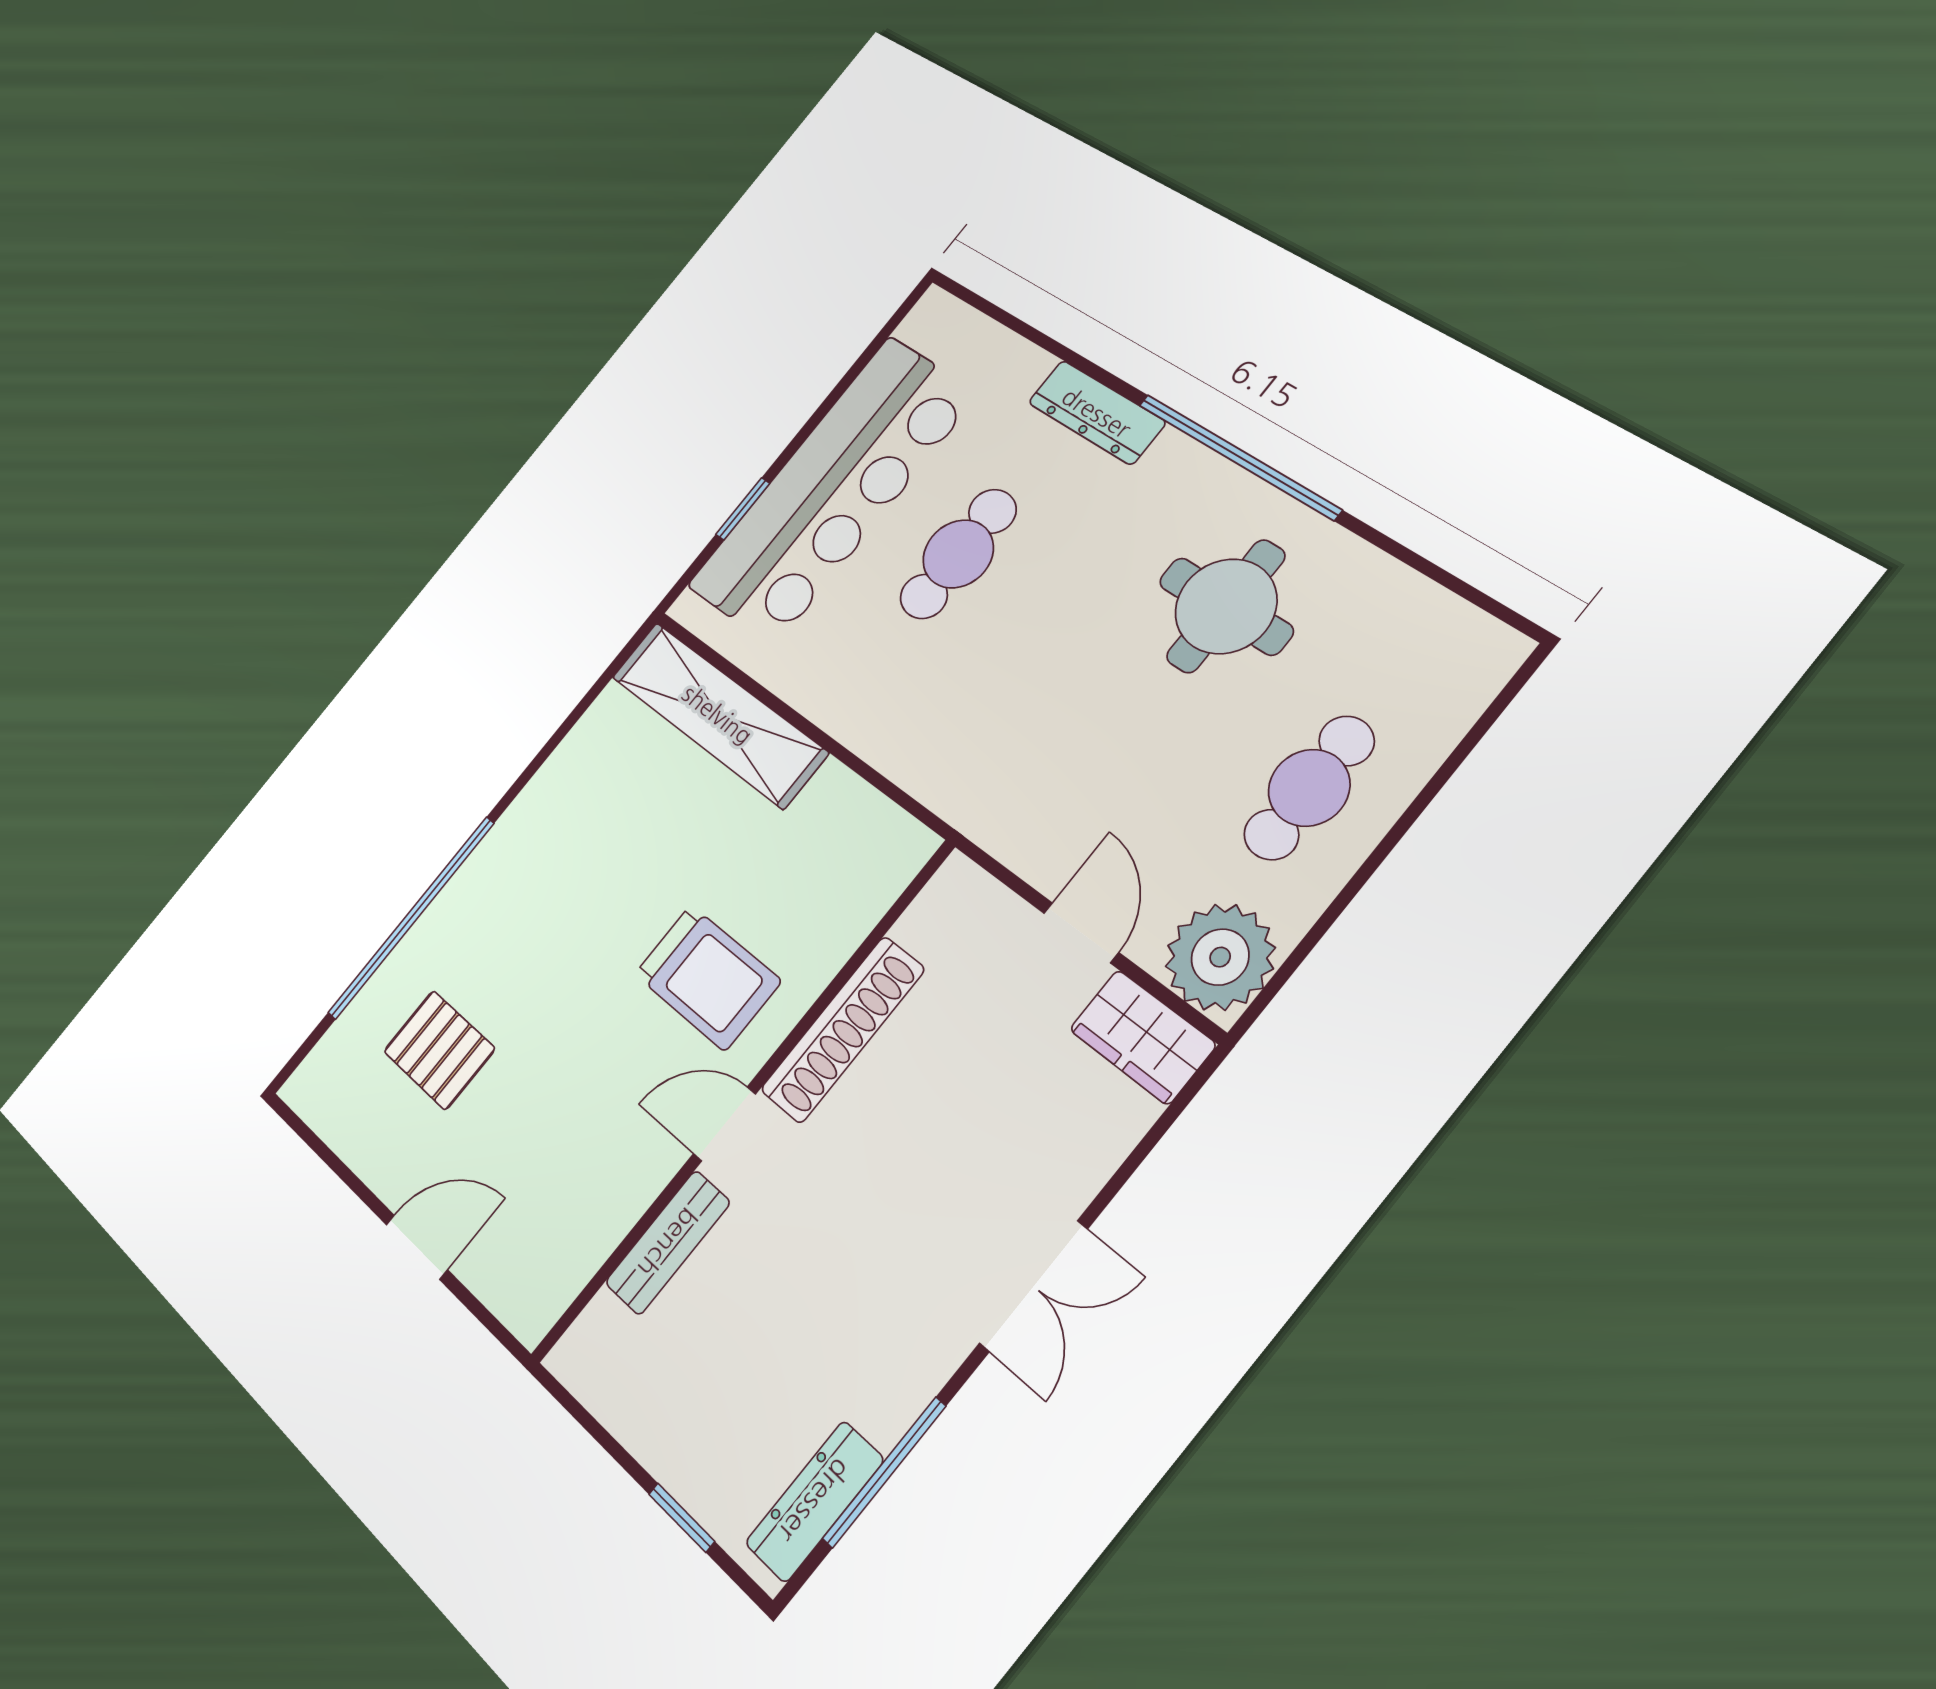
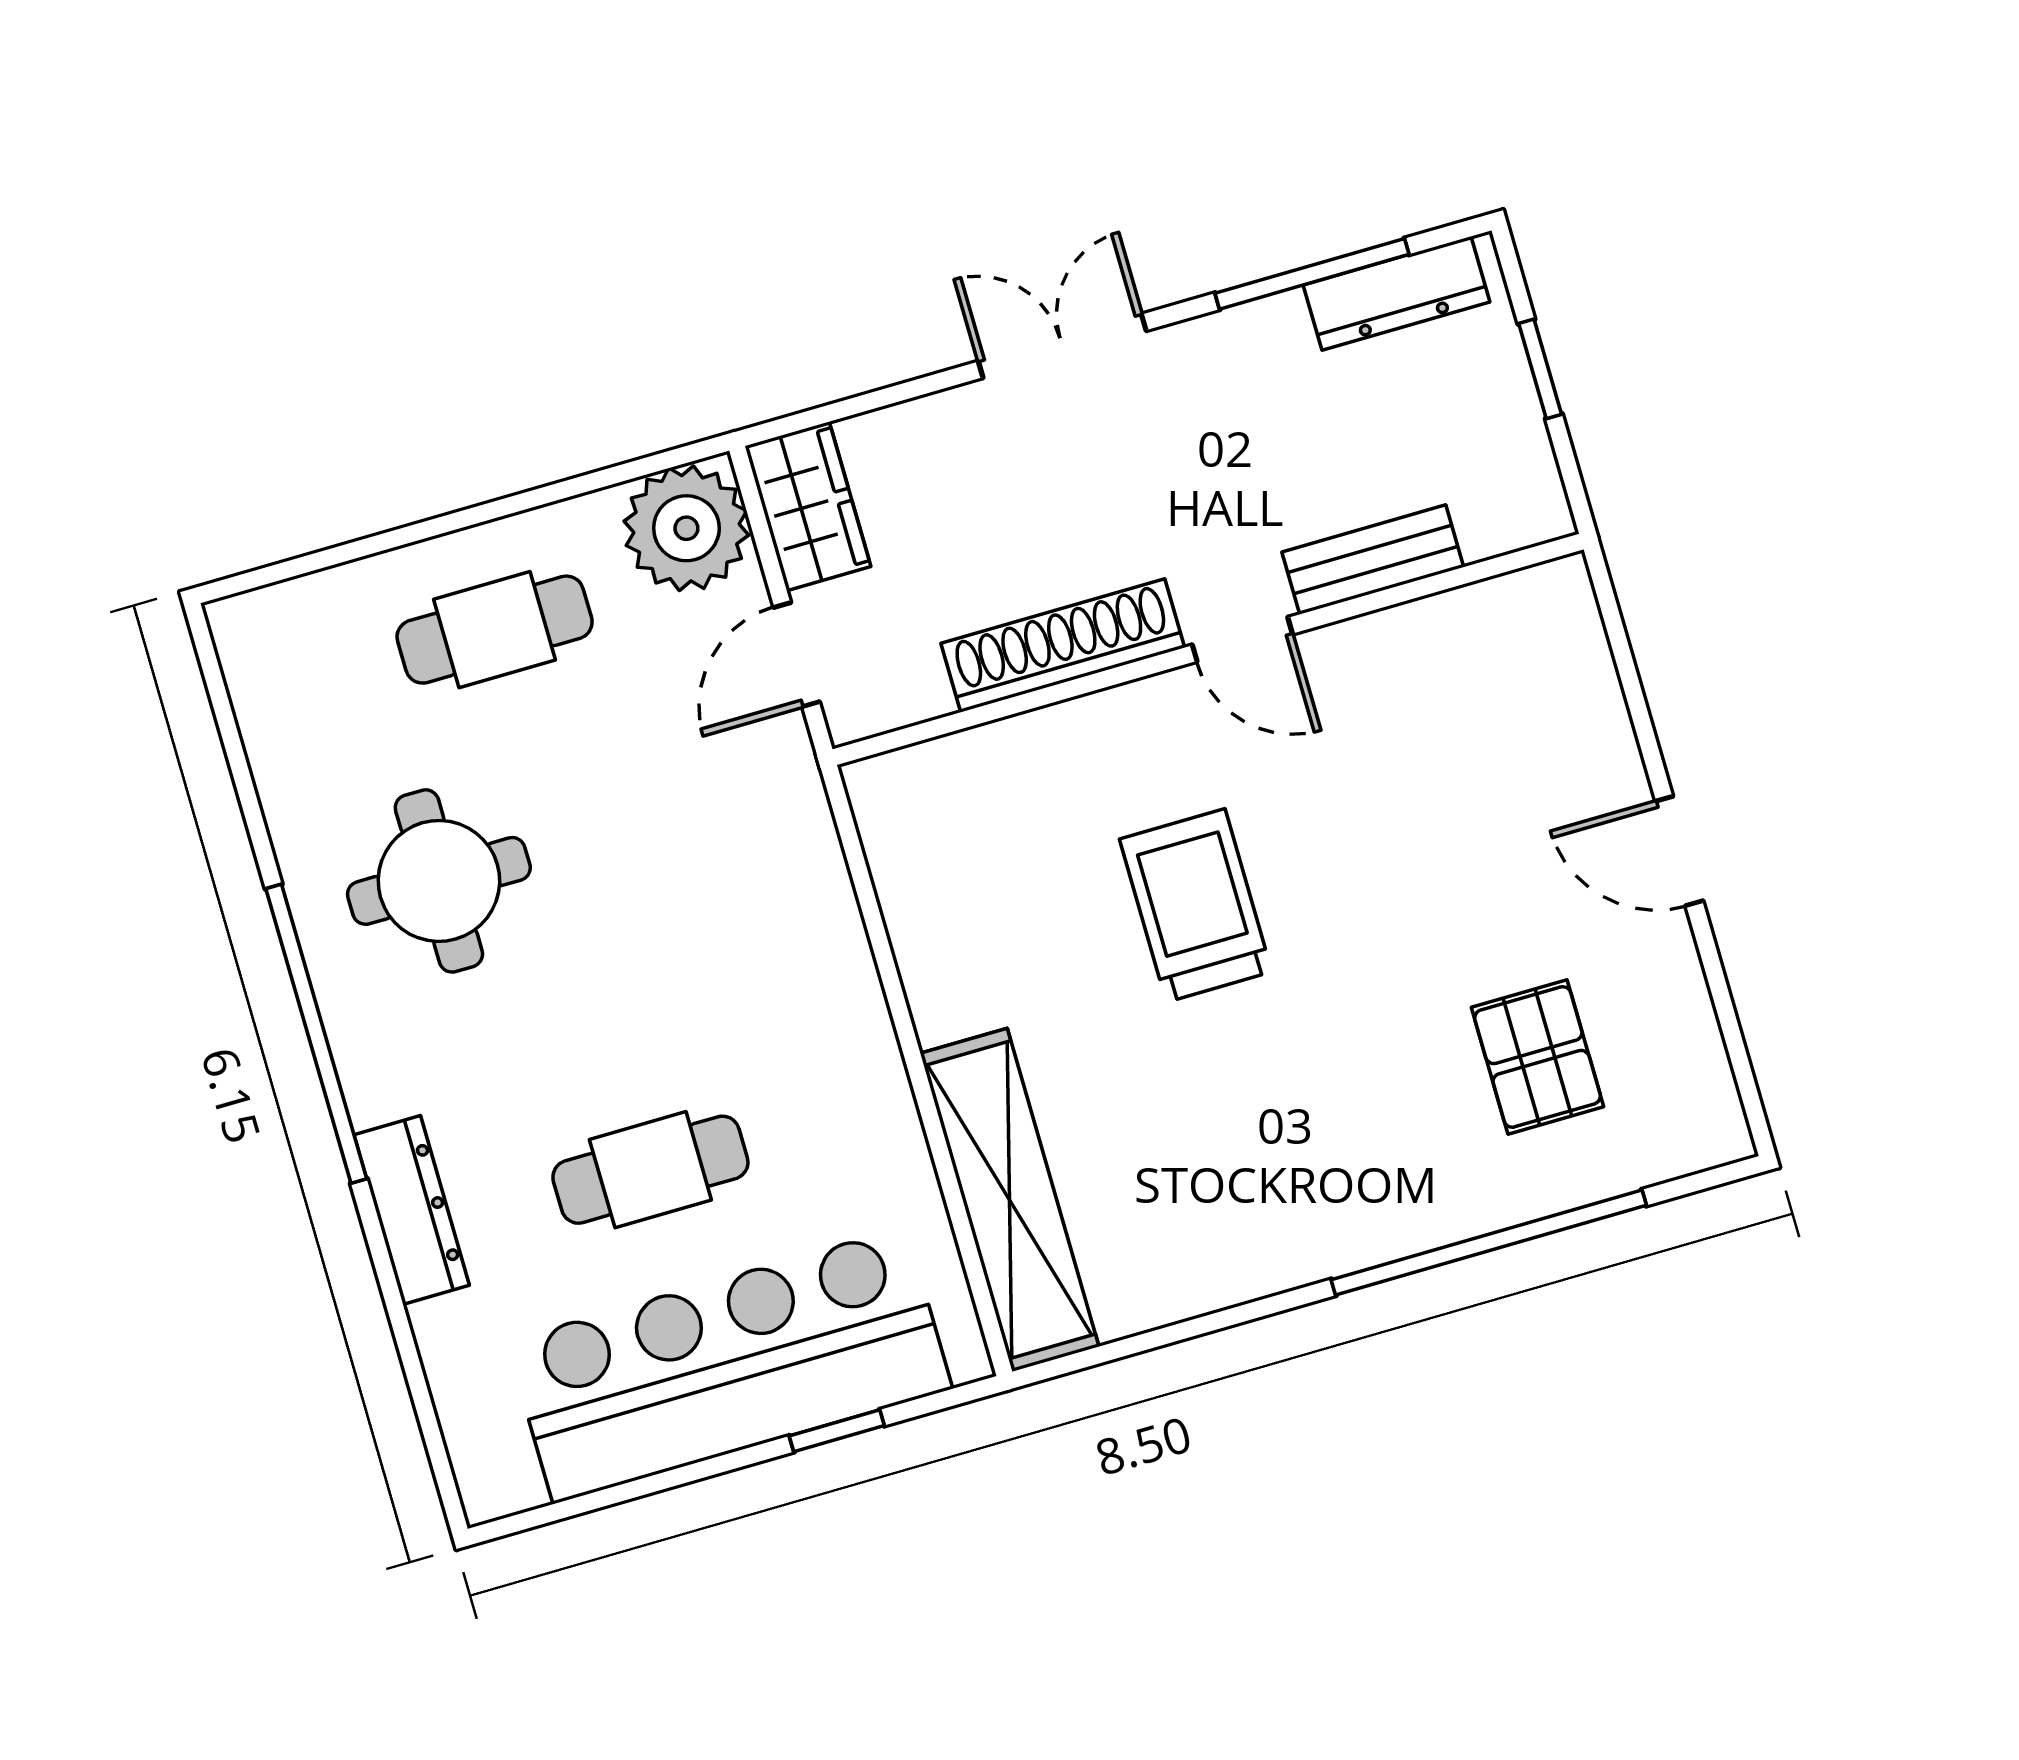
shoe rack: (843, 1029) -> (1063, 645), moved
wall: (743, 1100) -> (1208, 649), moved
door: (724, 1124) -> (1242, 639), moved
bench: (668, 1243) -> (1373, 560), moved

